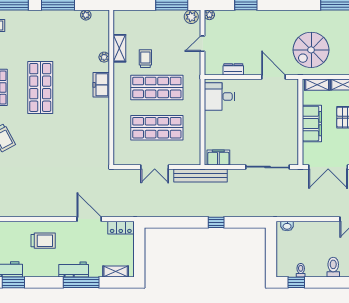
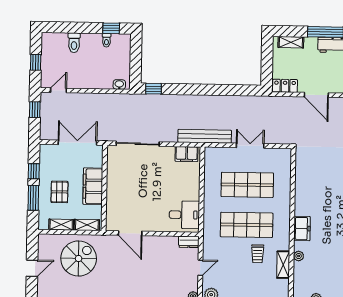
spiral stairs: (311, 50) -> (79, 258), moved
dresser: (233, 69) -> (189, 242), moved
window: (216, 222) -> (154, 89), moved

